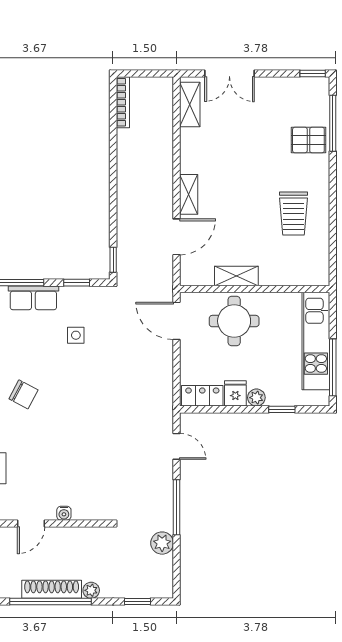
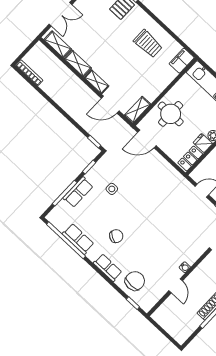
shelving: (190, 151) -> (78, 63), added
door: (176, 237) -> (110, 105), swing flipped
filing cabinet: (311, 274) -> (182, 61), added
shelving: (236, 276) -> (138, 110), moved

